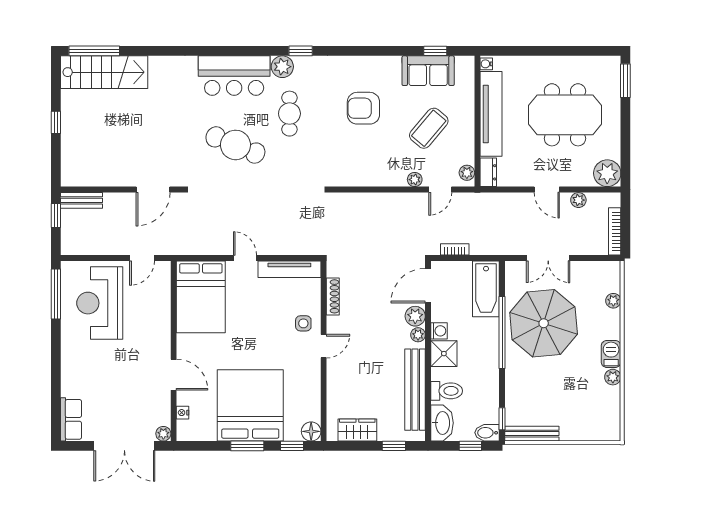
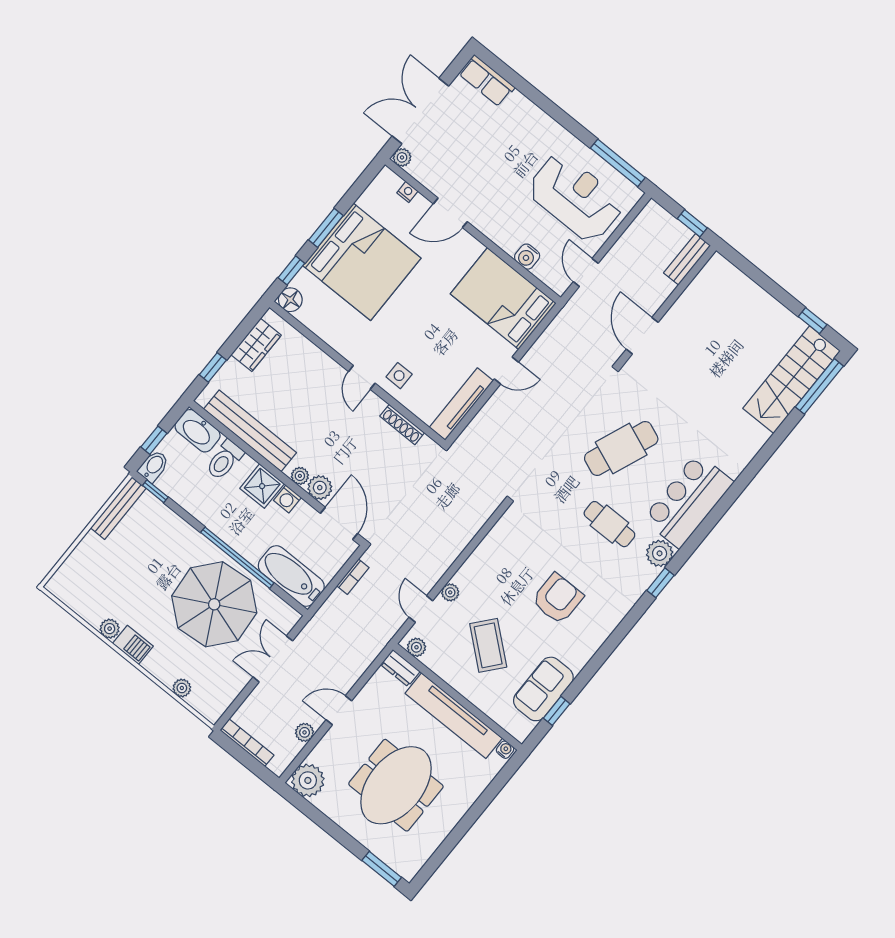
window: (56, 122) -> (813, 321), moved
water cooler: (162, 303) -> (527, 257), added

